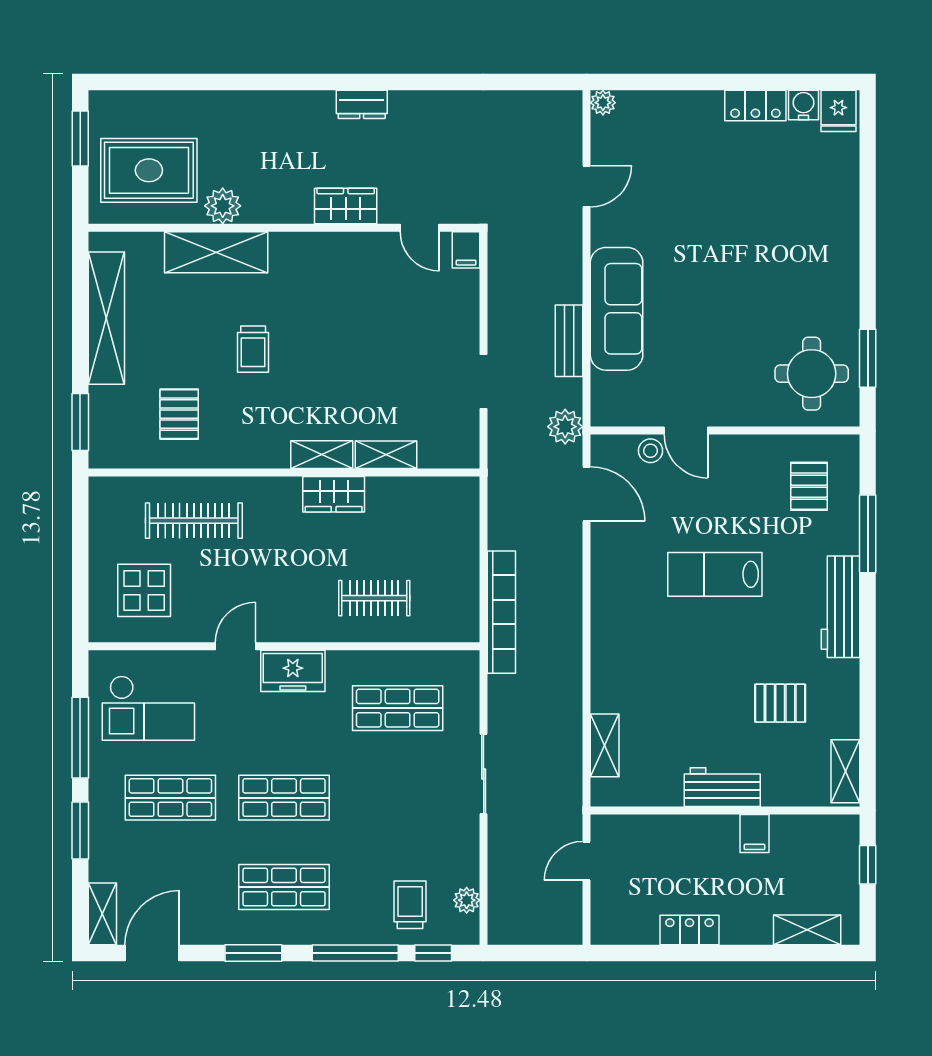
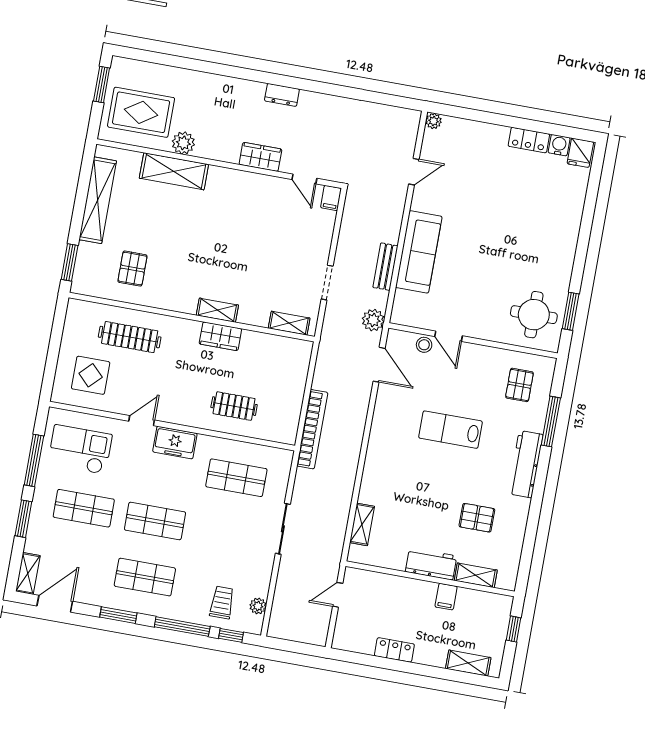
trolley: (253, 349) -> (186, 236), removed
shelving: (386, 455) -> (289, 323), moved
checkout: (148, 708) -> (80, 450), turned 180
shelving: (845, 771) -> (476, 575), moved, turned 90

